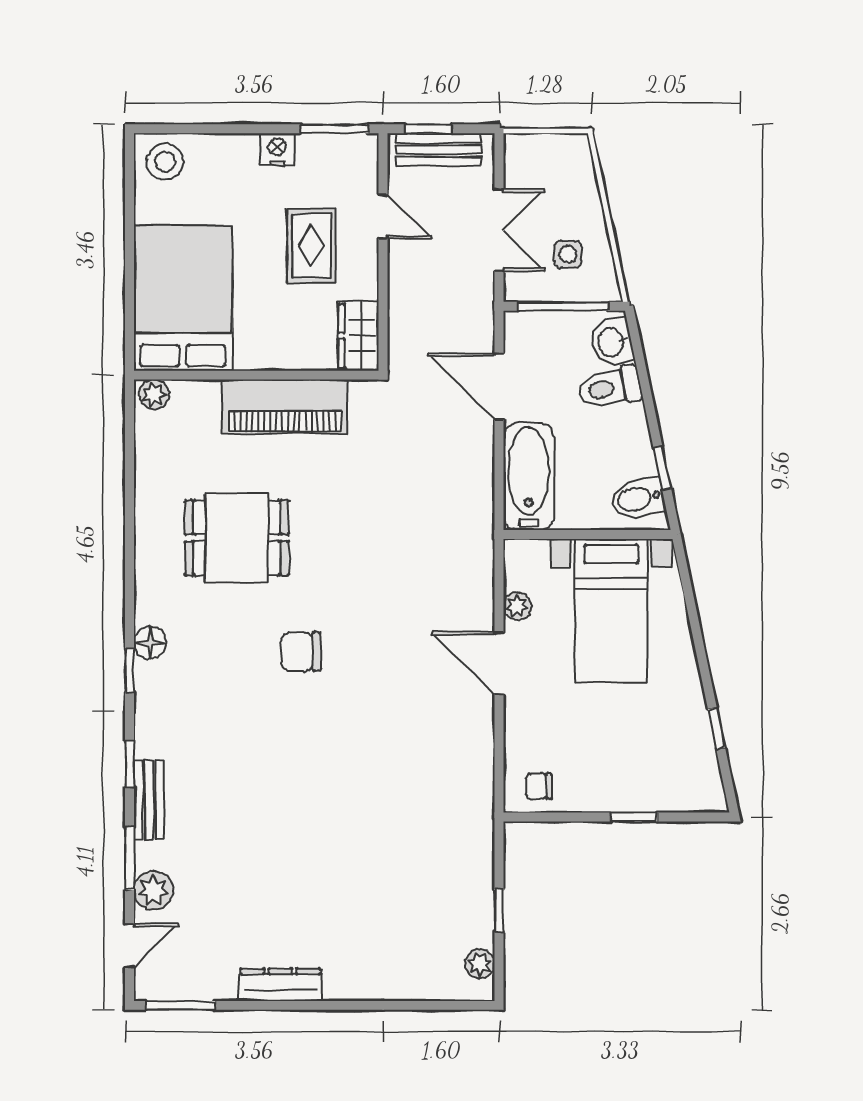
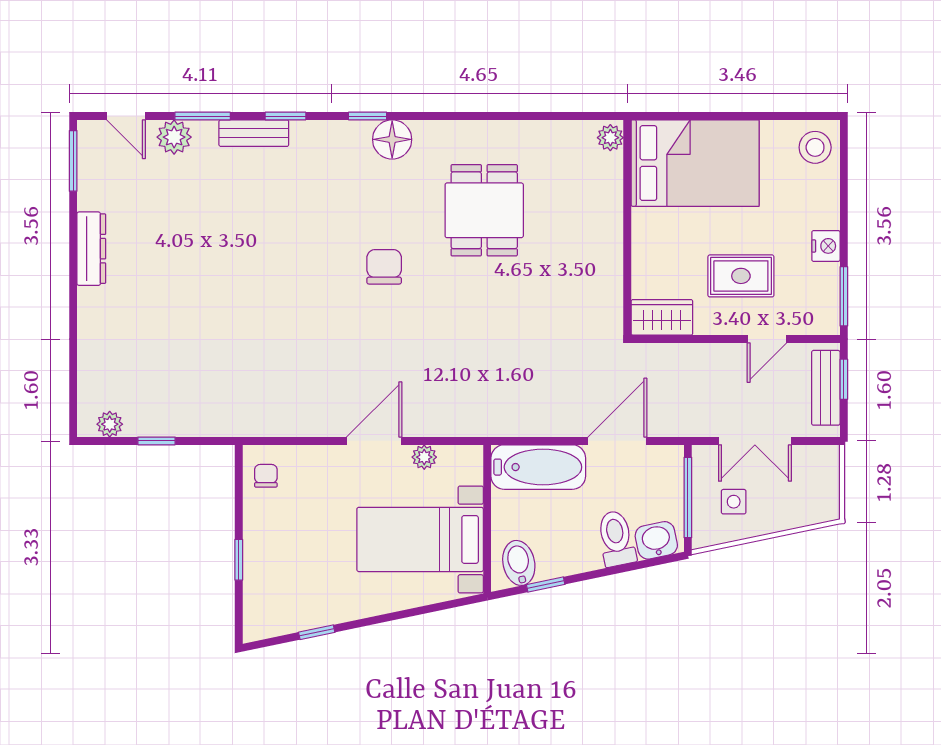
piano: (285, 407) -> (600, 253), removed
floor lamp: (150, 643) -> (392, 139), width x1.38, depth x1.38

